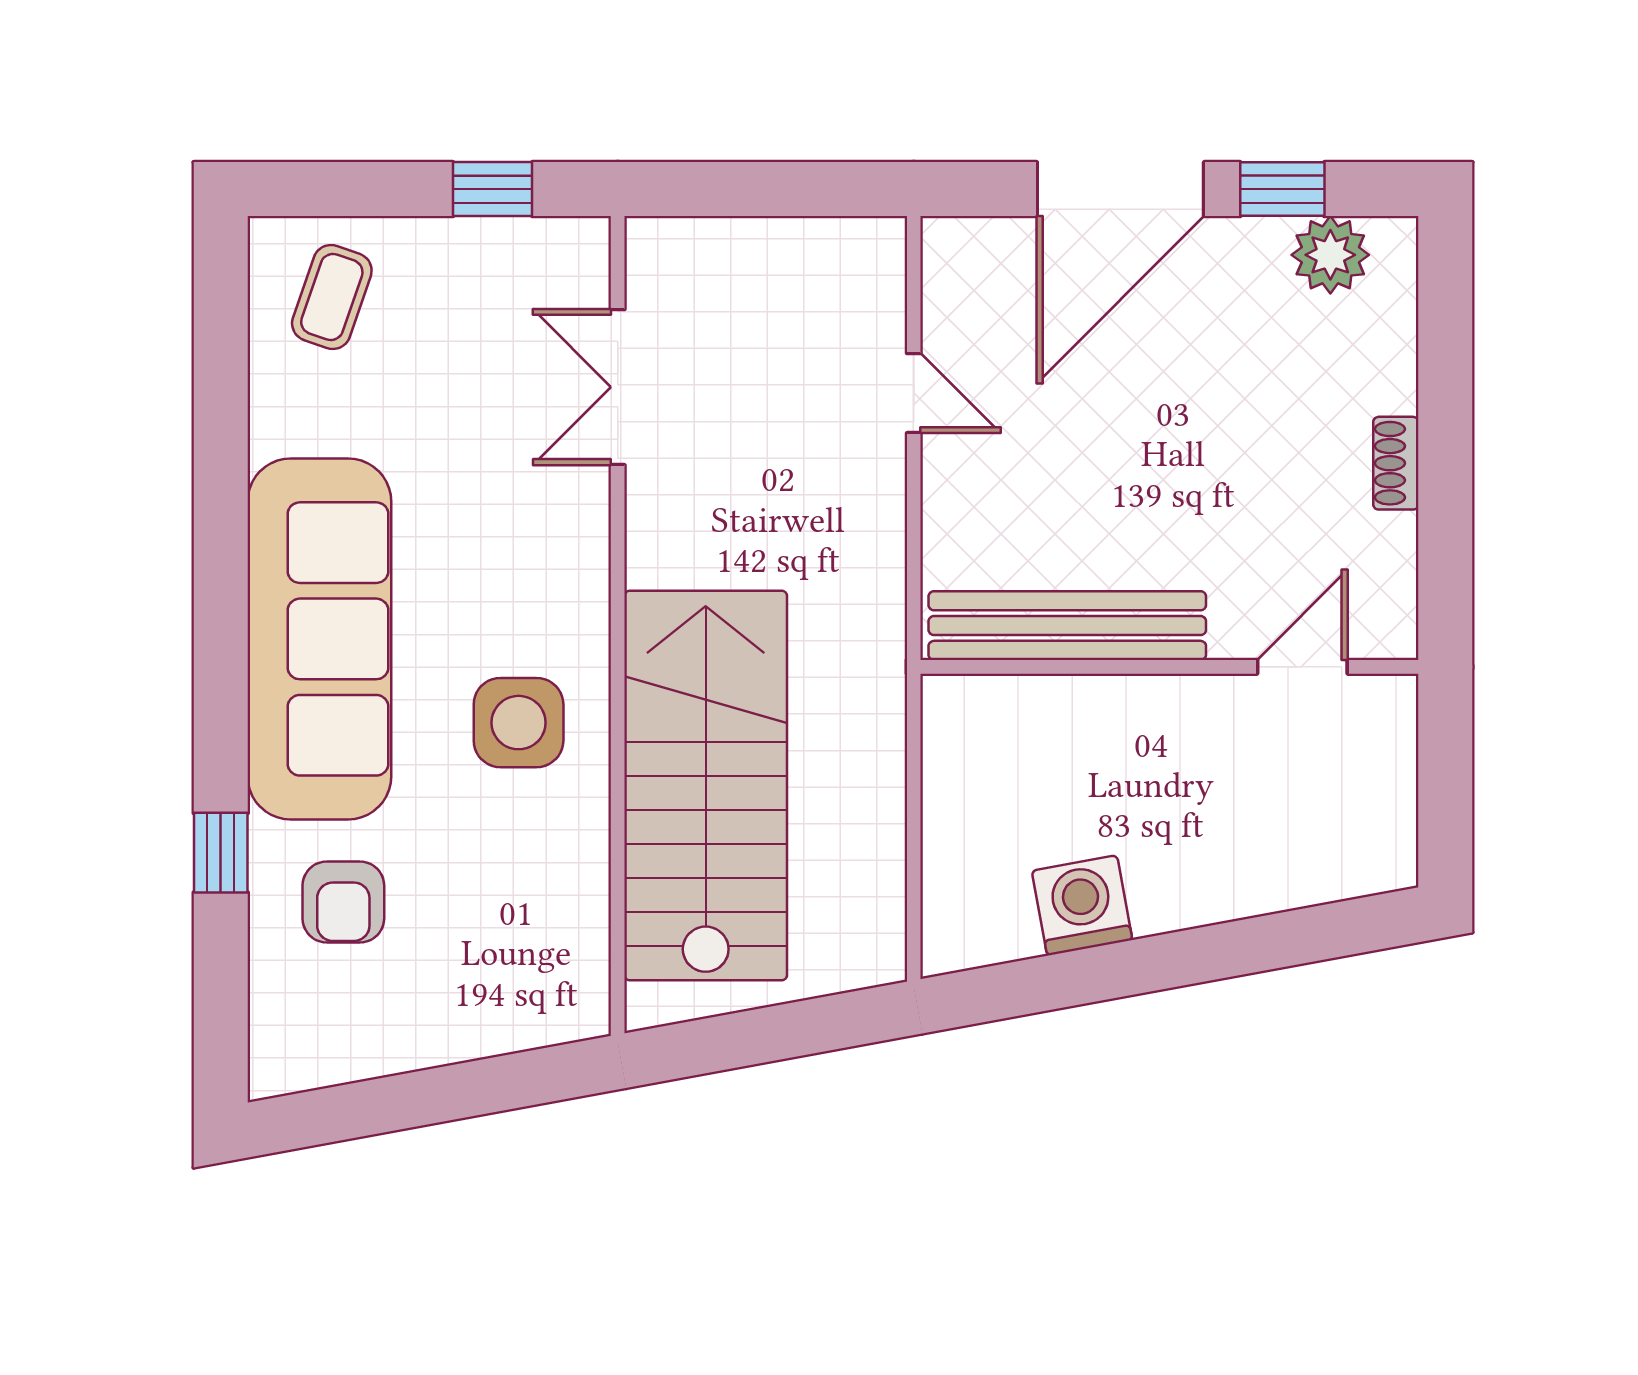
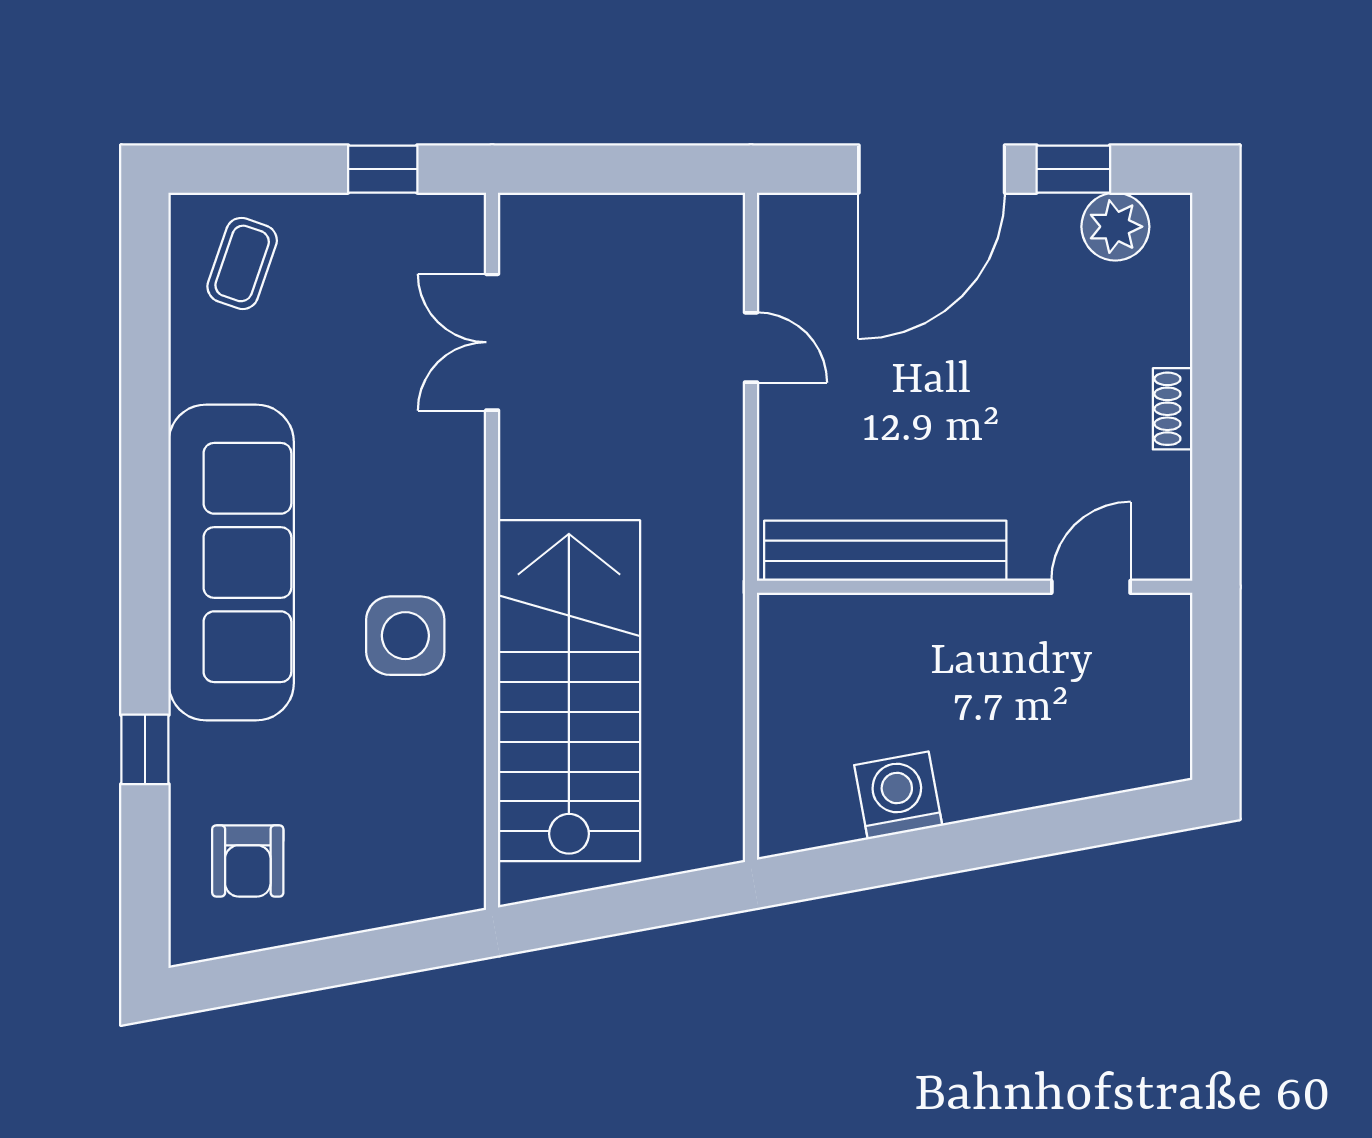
armchair: (343, 902) -> (248, 861), moved

